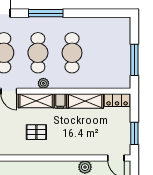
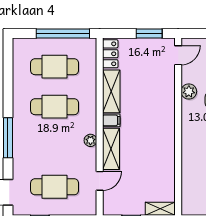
cafe table: (38, 53) -> (55, 67), moved
window: (134, 60) -> (63, 34), width x1.46
pallet: (36, 132) -> (148, 149), removed

